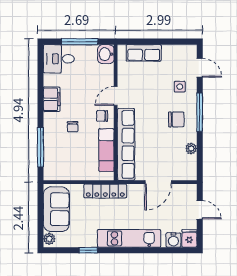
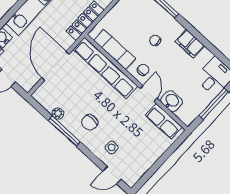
row of seats: (144, 53) -> (164, 121), moved, turned -90
washbasin: (106, 54) -> (172, 101), moved
window: (200, 112) -> (64, 131), moved
door: (158, 182) -> (55, 66), width x1.36

